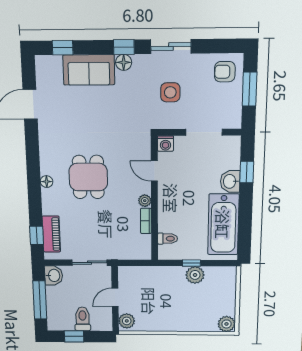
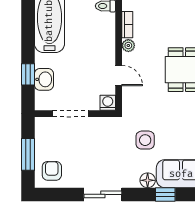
window: (124, 47) -> (165, 194), moved
armchair: (225, 72) -> (52, 171), turned -90
side table: (170, 92) -> (145, 140), moved
washbasin: (230, 181) -> (44, 79), moved

